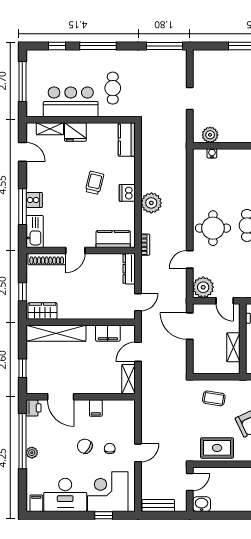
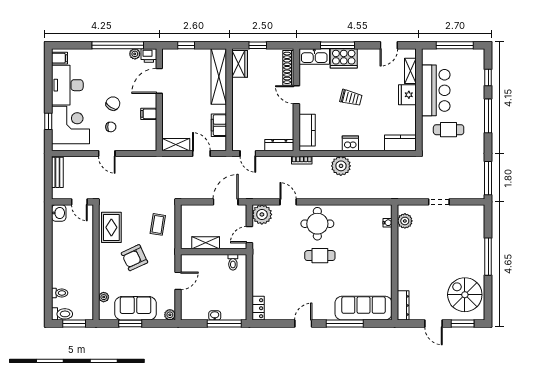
trolley: (95, 183) -> (351, 98), moved
cooker: (34, 200) -> (344, 58), width x1.87, depth x1.31
plant: (32, 453) -> (135, 54), moved

